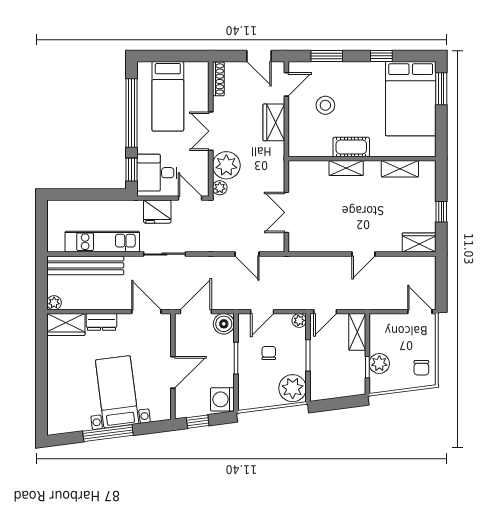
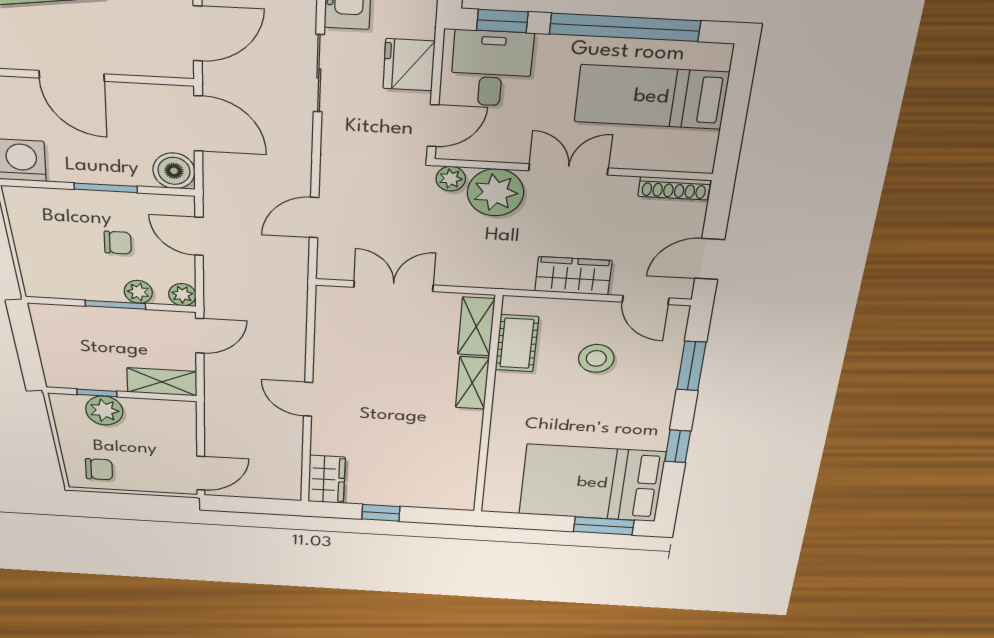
cot: (351, 147) -> (517, 343), moved
shelving: (400, 169) -> (476, 327), moved
door: (325, 312) -> (200, 336), swing flipped
chair: (421, 368) -> (99, 469), turned 180
plant: (293, 388) -> (138, 292), moved, width x0.53, depth x0.53

